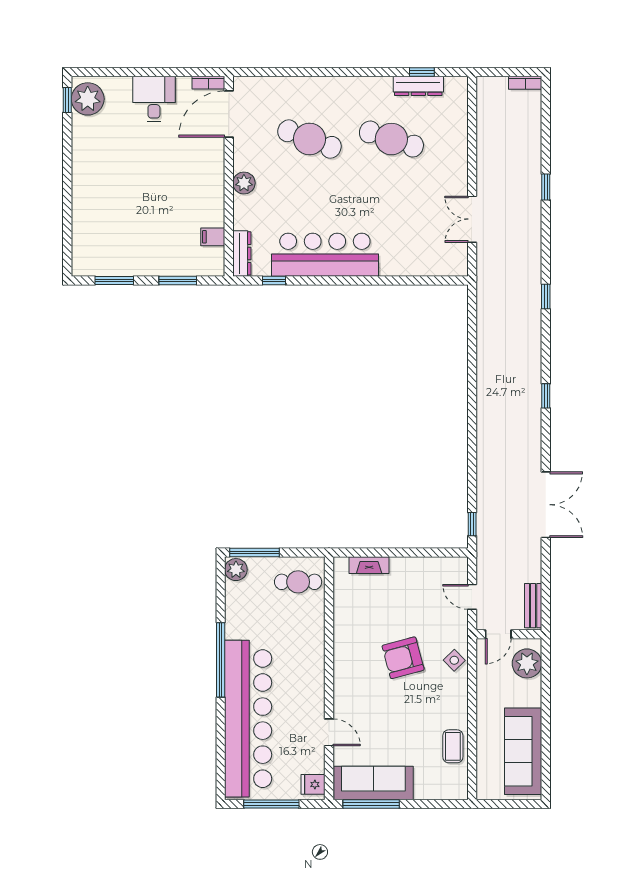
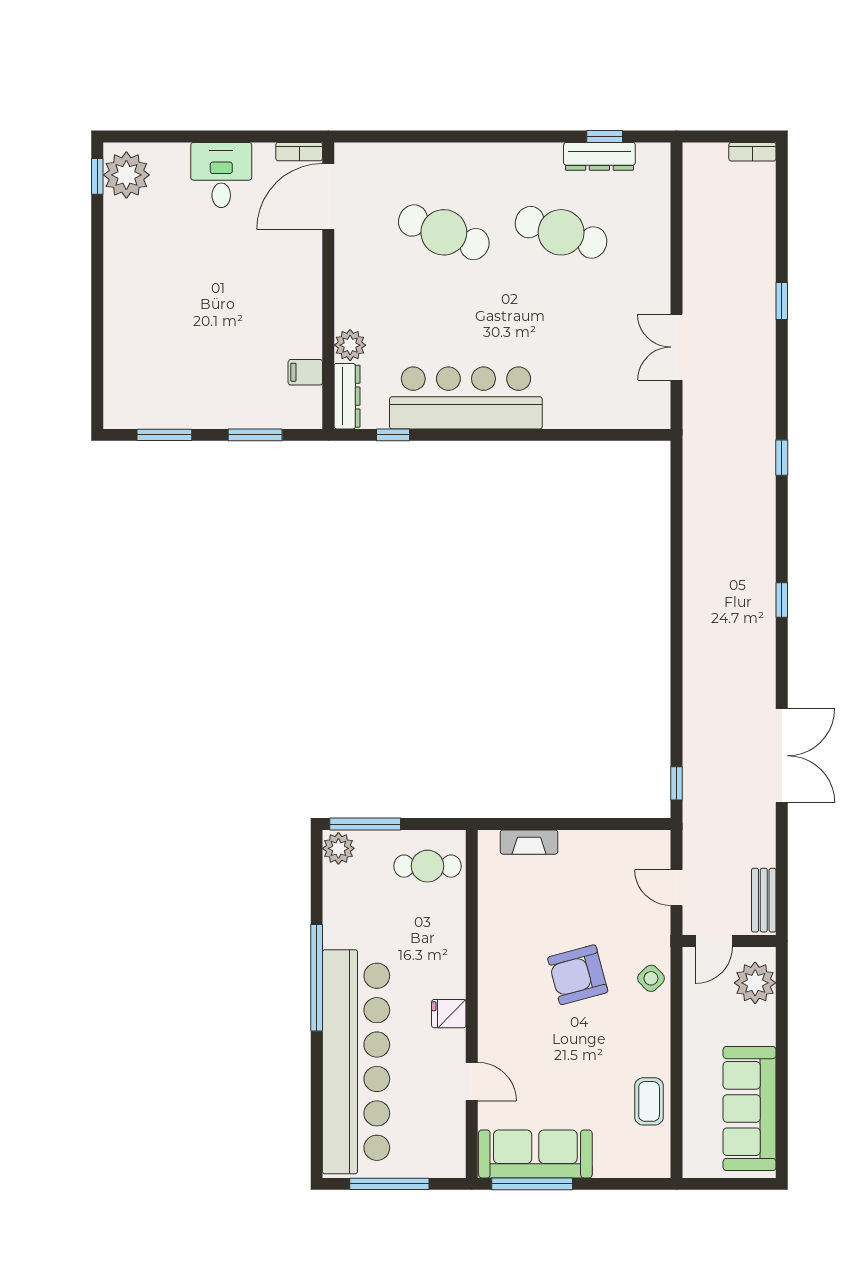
plant: (244, 183) -> (350, 345), moved
fridge: (313, 784) -> (449, 1014), moved

